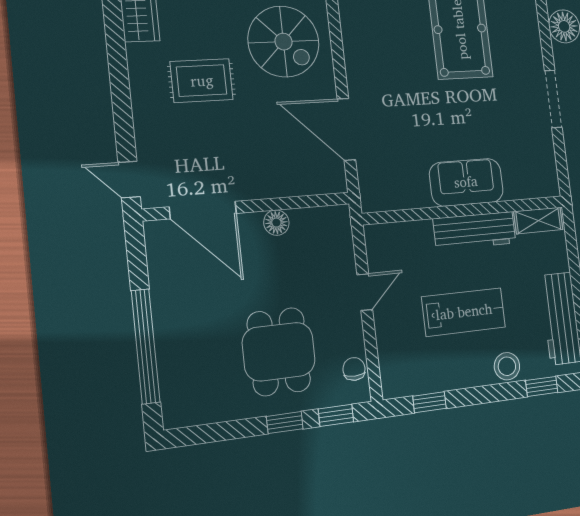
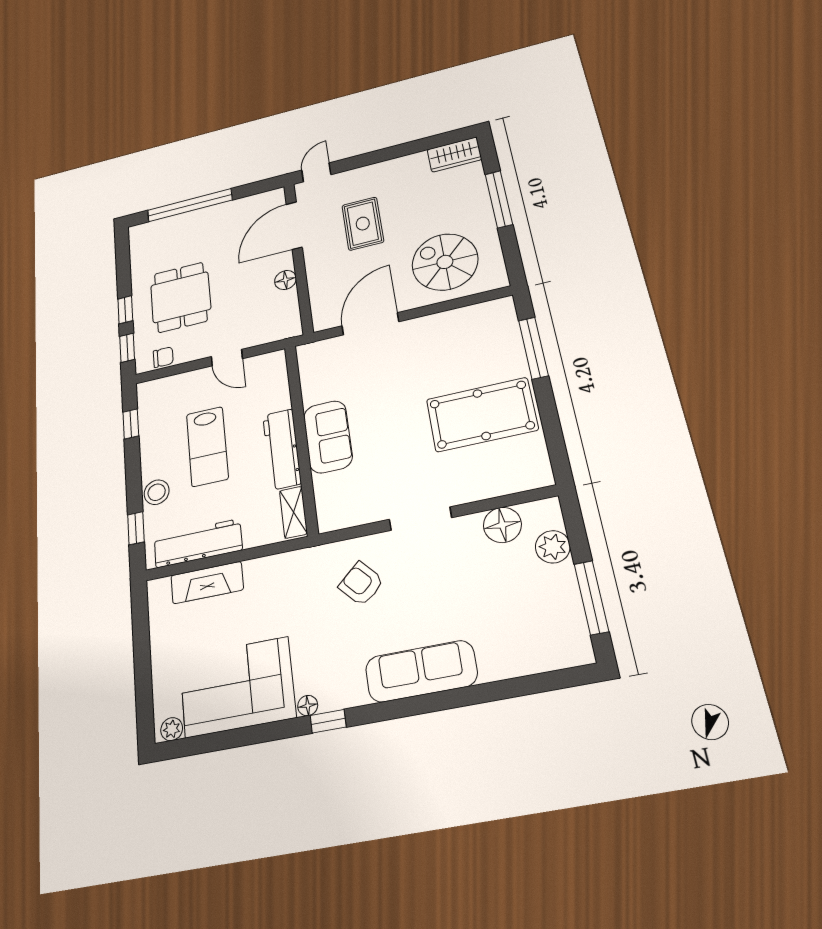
spiral stairs: (284, 42) -> (445, 262), turned 90
rug: (202, 81) -> (363, 224), moved
dining table: (279, 352) -> (181, 297), turned 90

